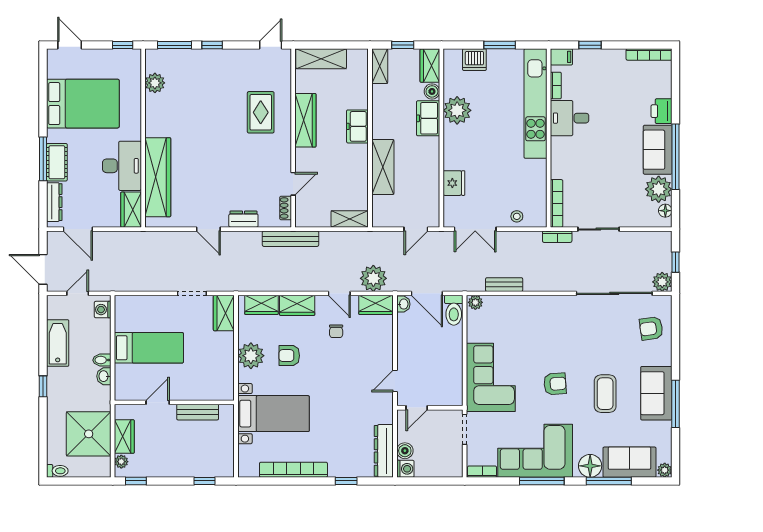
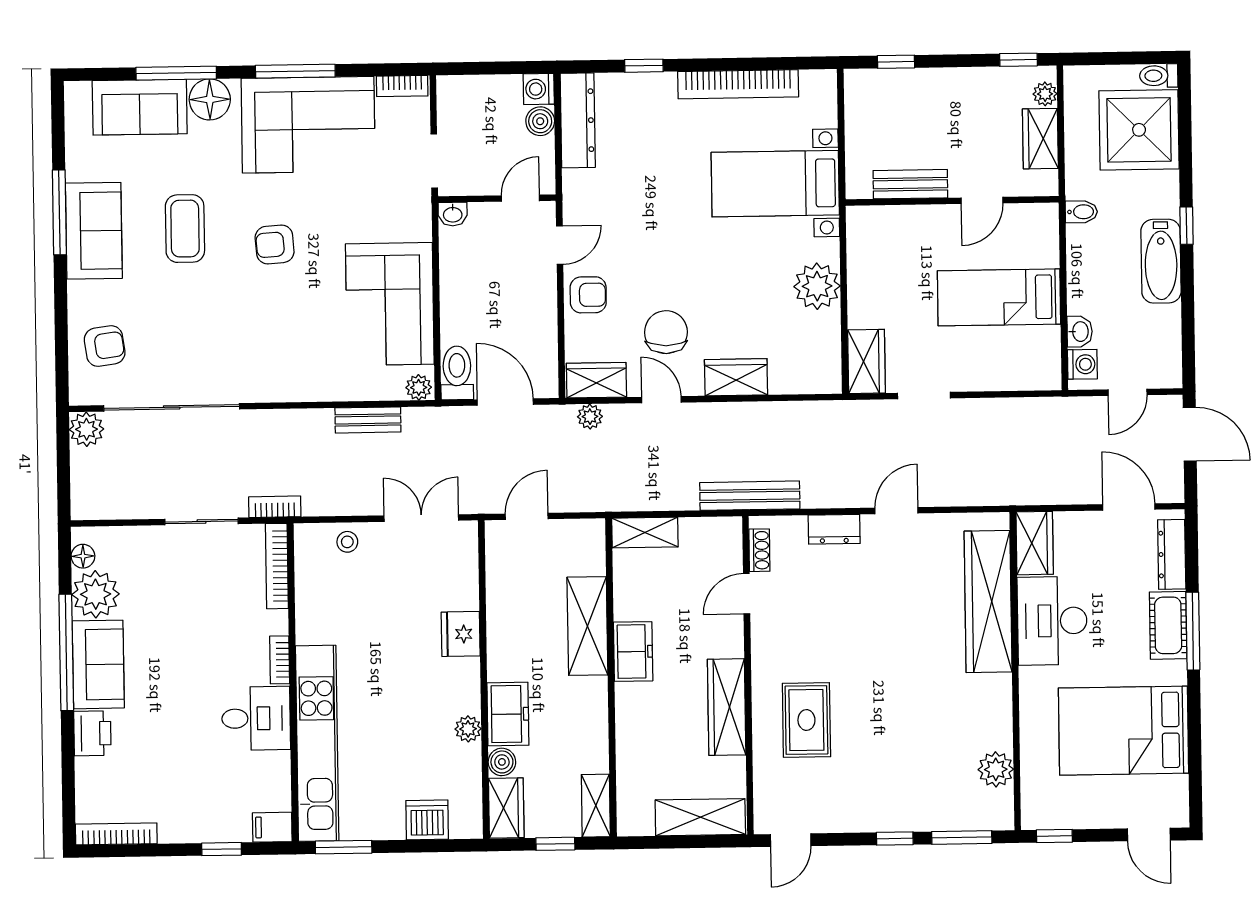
window: (500, 45) -> (344, 847), moved
bookcase: (556, 85) -> (280, 660), moved
plant: (457, 110) -> (468, 729), width x0.53, depth x0.53
freezer: (357, 126) -> (633, 652), moved
fridge: (454, 183) -> (461, 634), moved
door: (208, 229) -> (896, 511), hinge flipped
window: (676, 262) -> (63, 465), removed
plant: (373, 278) -> (590, 417), width x0.53, depth x0.53
washbasin: (403, 304) -> (453, 214), moved, turned -90
wardrobe: (262, 305) -> (800, 377), removed
chair: (336, 331) -> (666, 332), width x1.87, depth x1.87
bathtub: (58, 343) -> (1161, 261), moved
armchair: (289, 356) -> (588, 295), moved
bidet: (102, 360) -> (1081, 212), moved
washbasin: (104, 376) -> (1080, 332), moved
corner sofa: (491, 377) -> (390, 304), moved
shower: (89, 434) -> (1139, 130), moved
plant: (665, 470) -> (77, 94), removed

